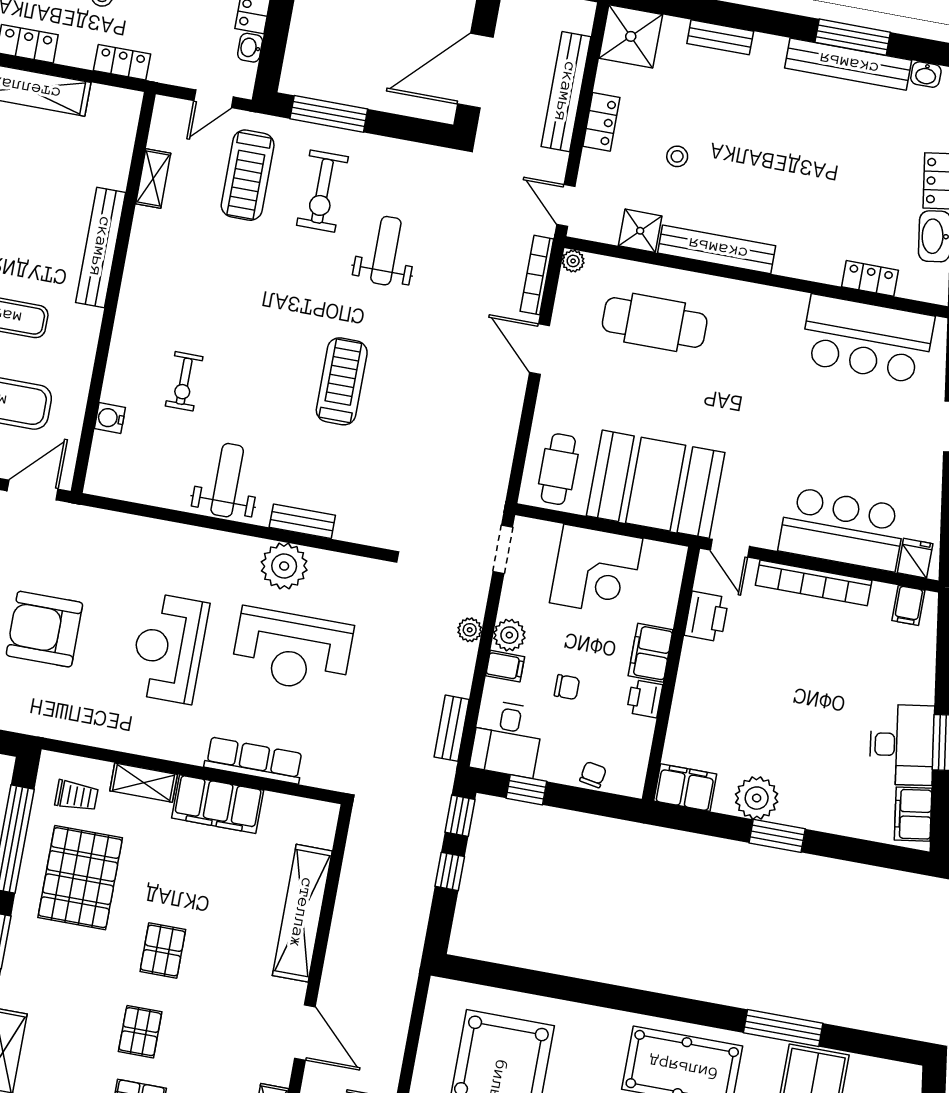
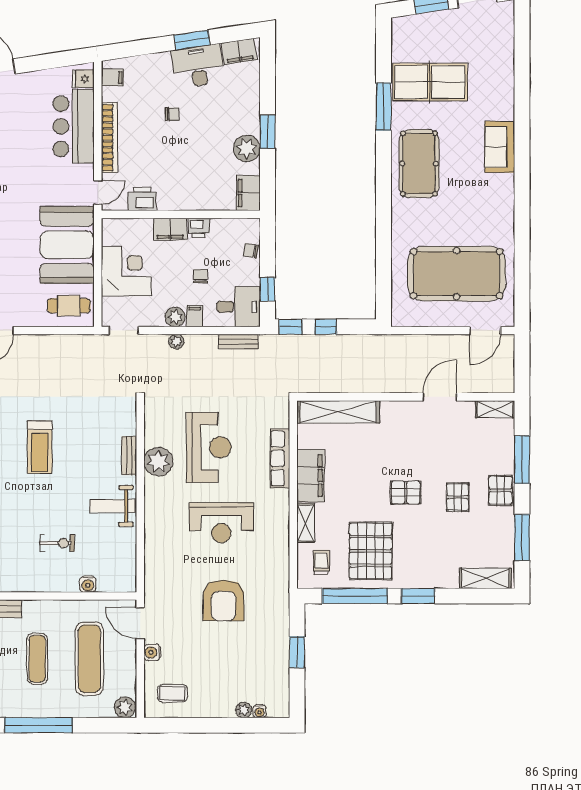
treadmill: (342, 381) -> (40, 447), turned -90
chair: (833, 689) -> (172, 114), added
pallet: (80, 878) -> (371, 551), turned 90
shelving: (302, 913) -> (338, 412), moved
pallet: (140, 1032) -> (458, 497), turned 90

